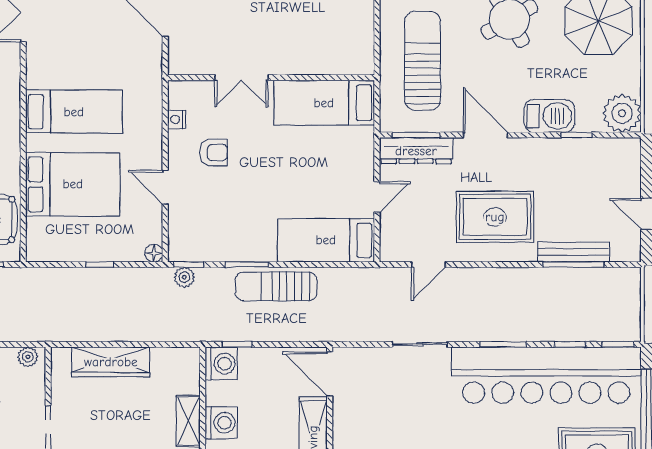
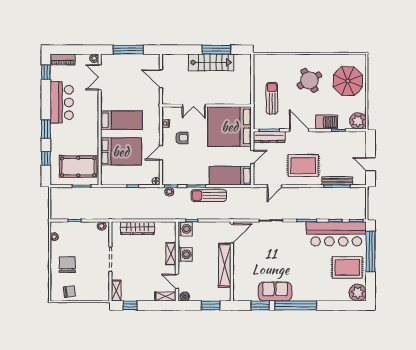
sun lounger: (423, 61) -> (272, 98), width x0.73, depth x0.75
bed: (324, 103) -> (230, 127), width x2.04
door: (165, 187) -> (161, 153), hinge flipped
door: (330, 374) -> (232, 233), swing flipped
bar counter: (546, 375) -> (336, 234), width x0.73

